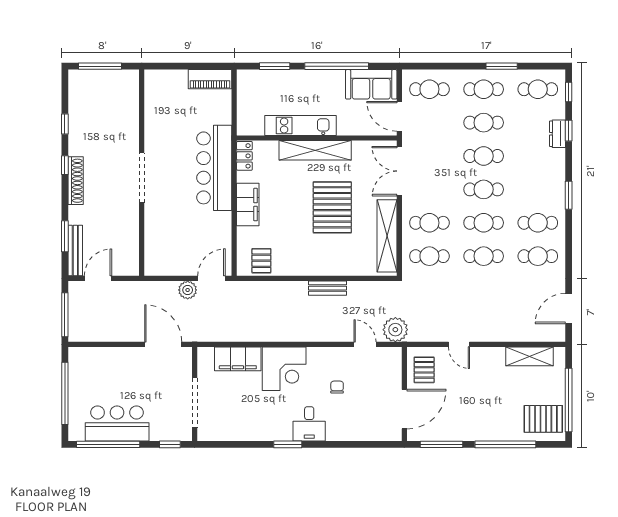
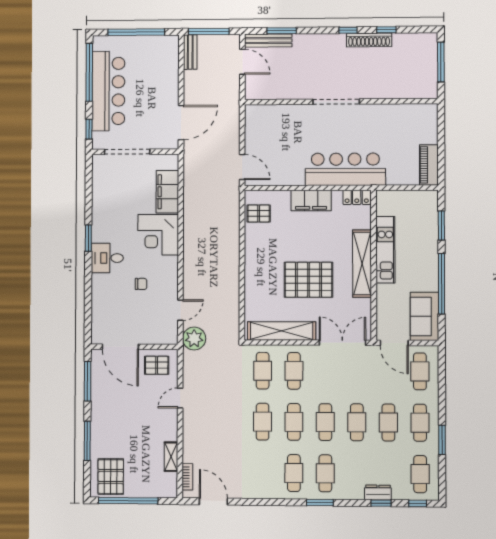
door: (399, 116) -> (394, 343), swing flipped
shoe rack: (76, 181) -> (369, 40), moved
cafe table: (538, 256) -> (325, 473), moved
bench: (327, 288) -> (190, 52), moved
plant: (188, 290) -> (231, 145), removed
bookcase: (543, 336) -> (187, 477), added
shelving: (529, 356) -> (171, 457), width x0.67, depth x0.75
bar counter: (117, 423) -> (108, 91), width x1.36
window: (505, 444) -> (87, 441), width x0.68

